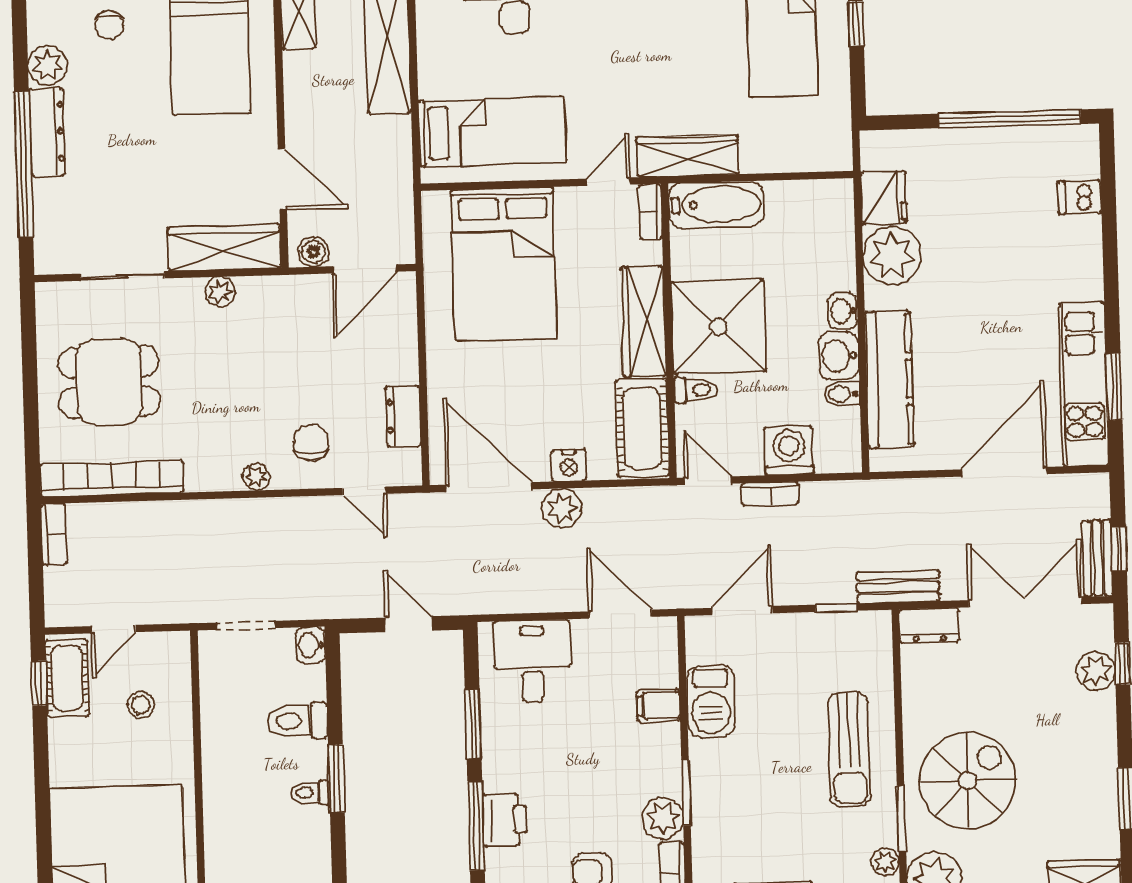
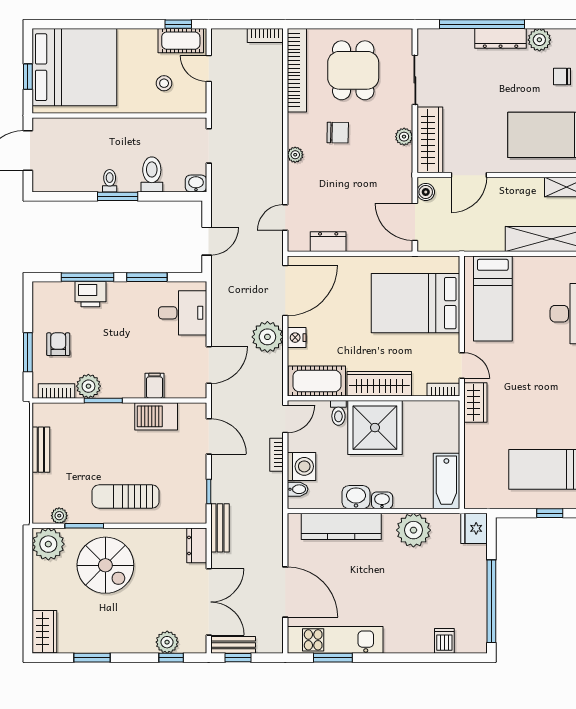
wardrobe: (688, 156) -> (475, 402), width x0.67
fridge: (884, 198) -> (474, 528), moved, turned 90
bathtub: (716, 205) -> (446, 481), moved
bidet: (842, 394) -> (298, 489), moved, turned 90
chair: (311, 443) -> (338, 133), moved
plant: (562, 508) -> (267, 337), width x1.36, depth x1.36

